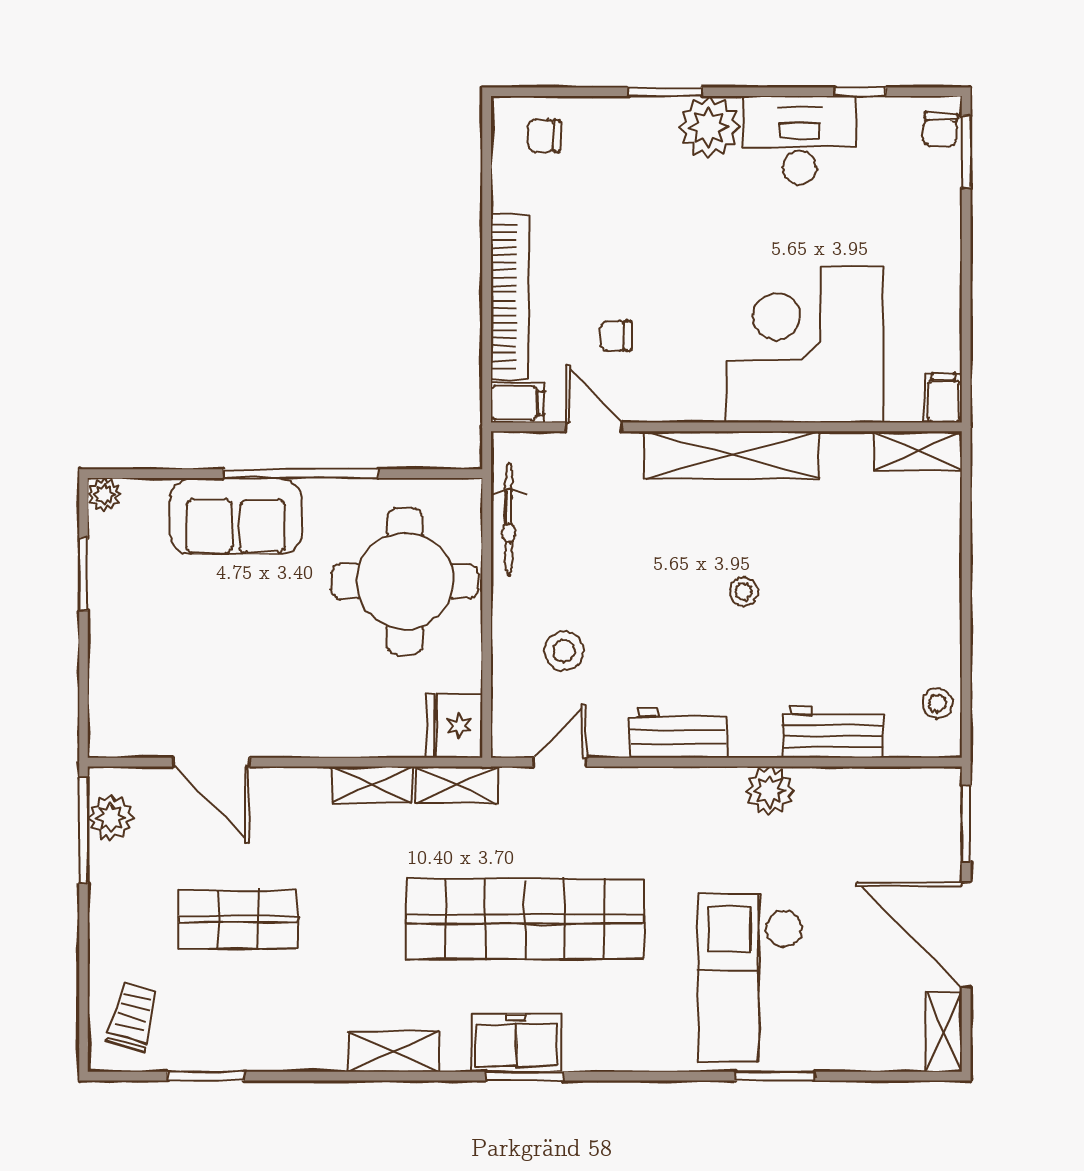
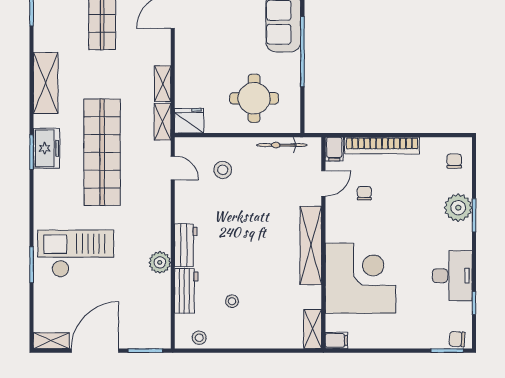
plant: (709, 127) -> (458, 208), moved
round table: (405, 581) -> (254, 98), width x0.73, depth x0.73
stool: (744, 592) -> (232, 301), moved
workbench: (679, 733) -> (186, 245), moved
shelving: (393, 1052) -> (46, 83), width x1.50, depth x1.33

